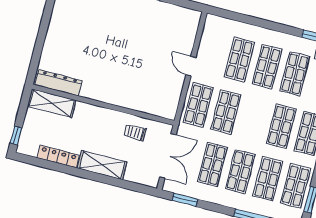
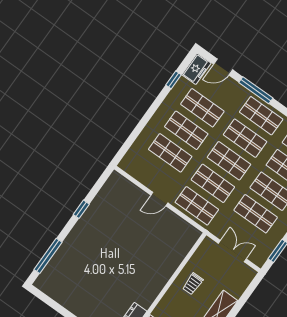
shop shelf: (254, 119) -> (229, 161), added
trolley: (135, 133) -> (193, 284), moved
double door: (168, 156) -> (232, 251), width x0.73

